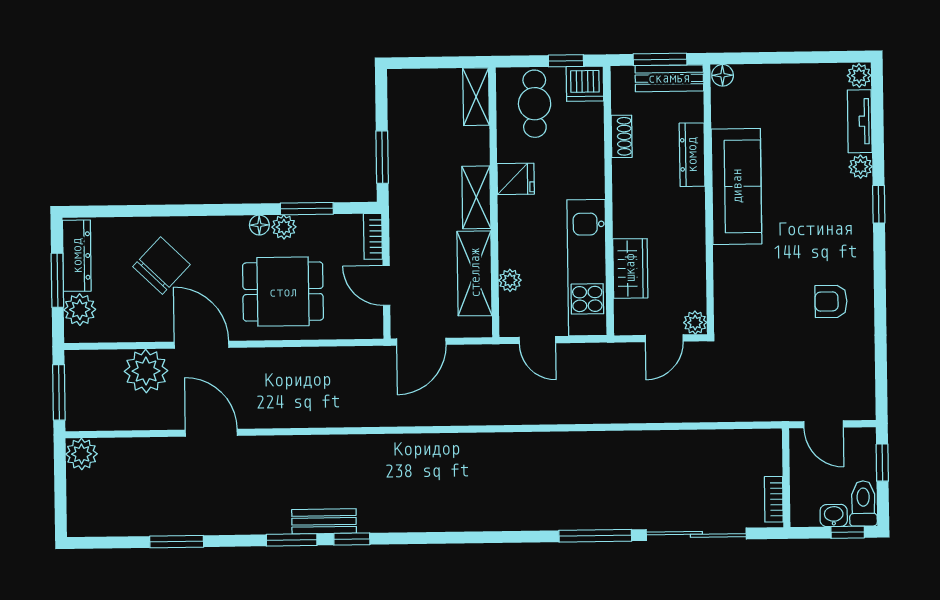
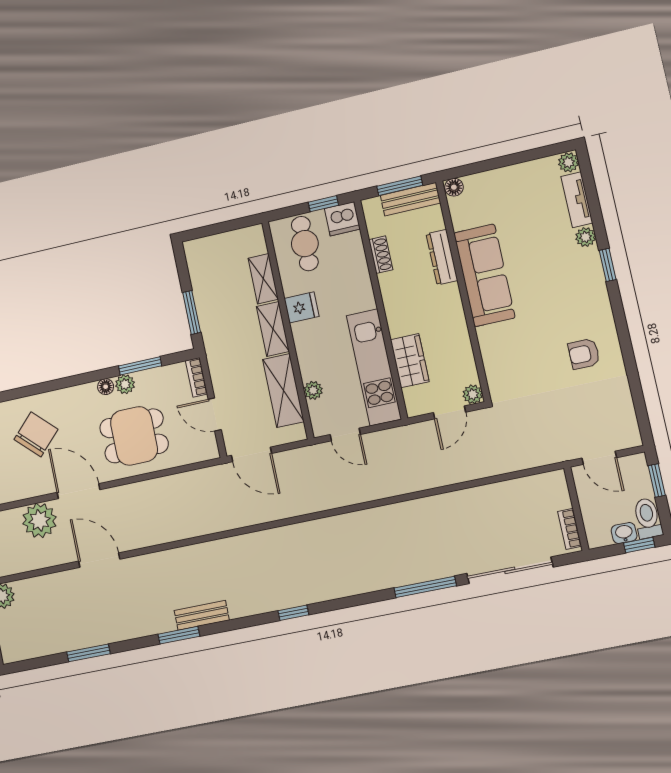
shelving: (476, 97) -> (263, 279), moved
door: (421, 342) -> (251, 454), hinge flipped
window: (352, 539) -> (293, 613), moved

